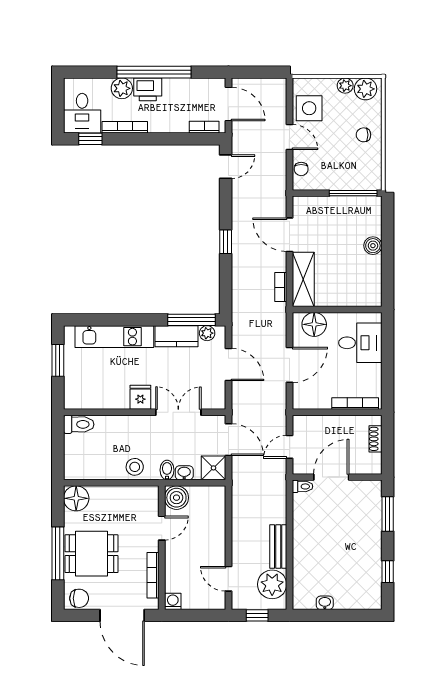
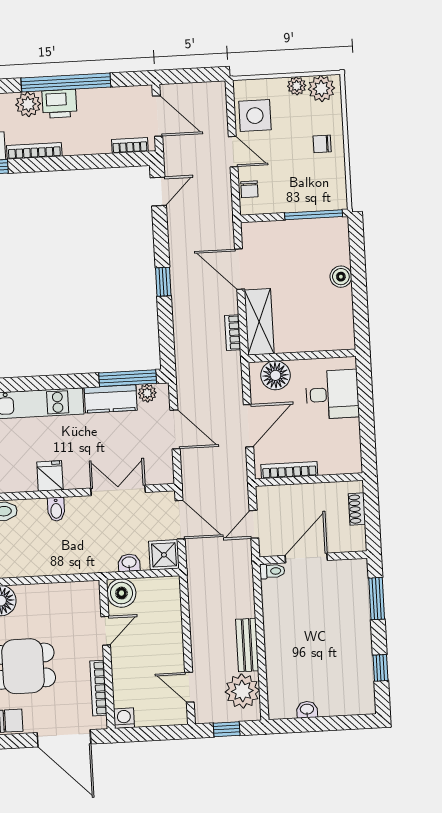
fridge: (140, 397) -> (50, 476), moved
bookcase: (355, 404) -> (289, 470), moved
stool: (135, 467) -> (69, 559), removed
bidet: (167, 470) -> (56, 509), moved, turned 180

